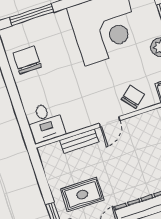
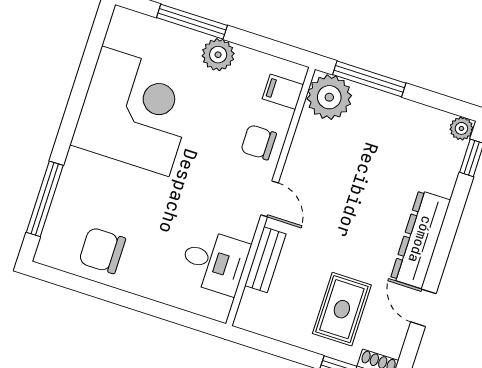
chair: (133, 97) -> (259, 142), turned -51
desk: (45, 122) -> (214, 262), moved

